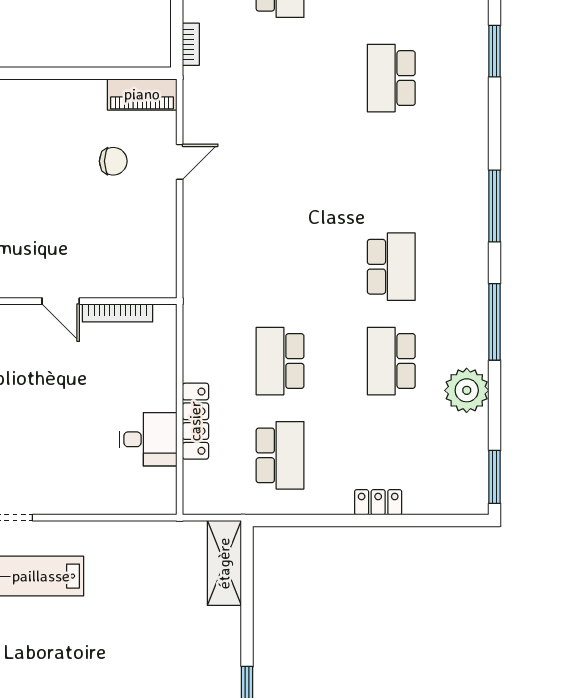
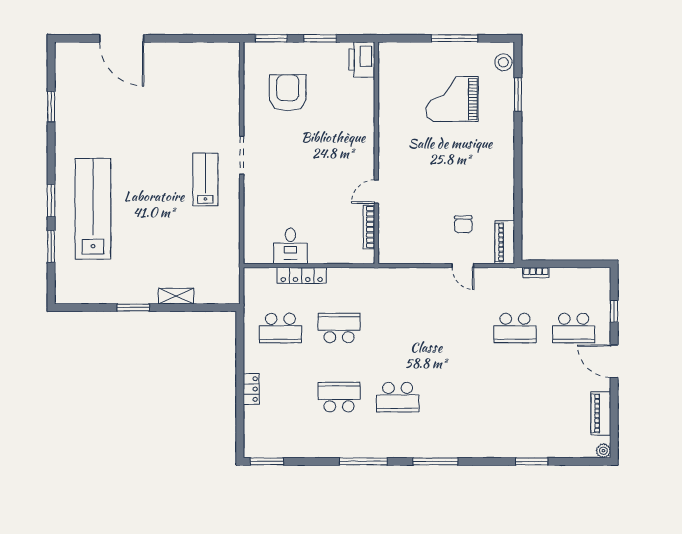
school desk: (391, 78) -> (515, 328), moved, turned 180
plant: (467, 390) -> (321, 444), removed
shelving: (224, 563) -> (176, 296), moved, width x0.67, depth x0.75

